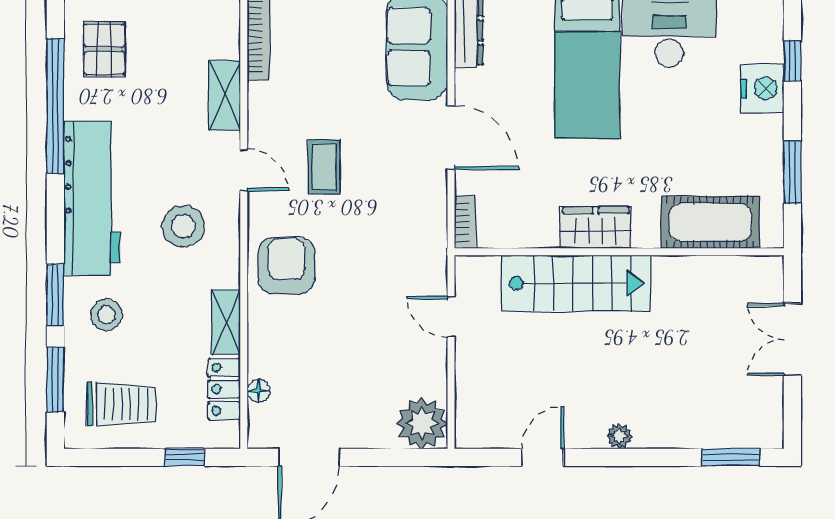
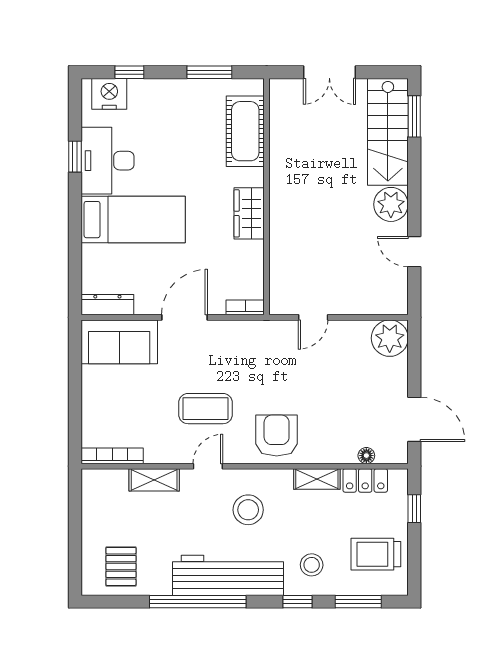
pallet: (104, 49) -> (121, 566), turned 90
nightstand: (762, 88) -> (109, 94), moved
window: (55, 106) -> (198, 602), moved
coffee table: (324, 167) -> (206, 409), width x1.36, depth x1.30
armchair: (287, 266) -> (277, 436), turned 90
stairs: (576, 283) -> (388, 132), moved, turned 180
window: (55, 295) -> (297, 602), width x0.67
trolley: (121, 404) -> (376, 554), turned -90
plant: (619, 436) -> (391, 204), width x1.87, depth x1.87

